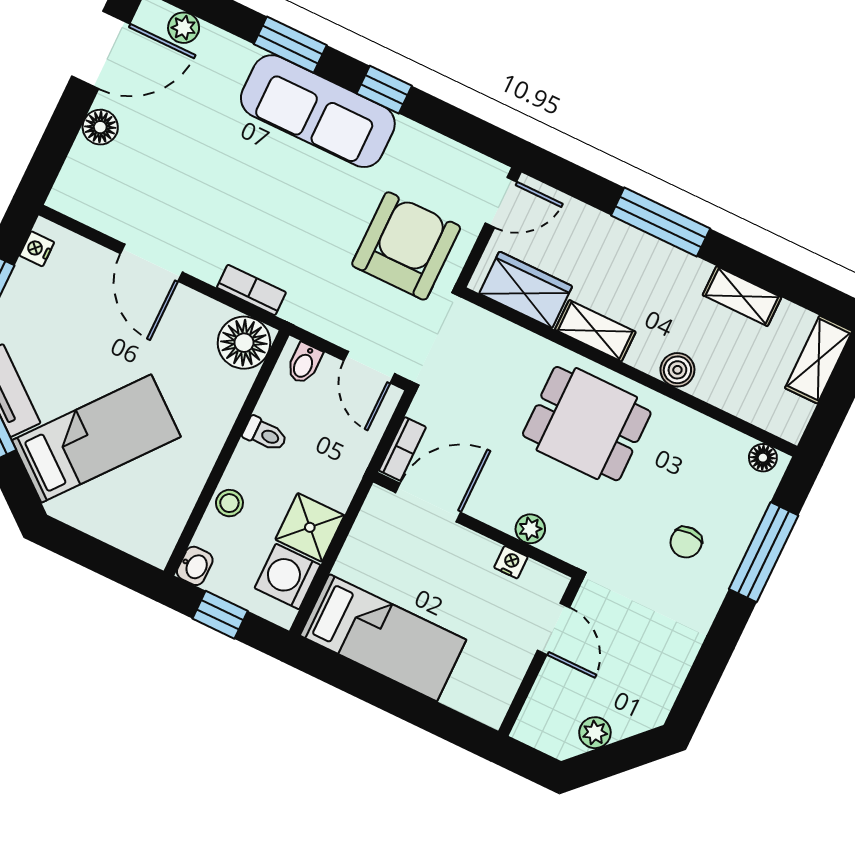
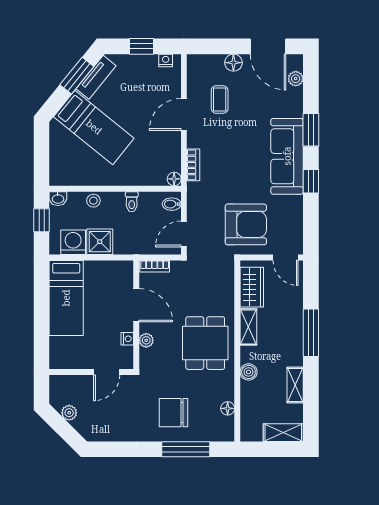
coffee table: (155, 185) -> (220, 100), added
floor lamp: (244, 343) -> (174, 179), width x0.53, depth x0.53
floor lamp: (763, 458) -> (228, 408), moved
door: (428, 503) -> (136, 305), moved
chair: (686, 542) -> (174, 413), width x1.87, depth x1.87

